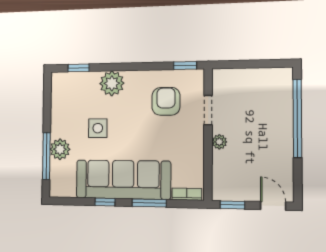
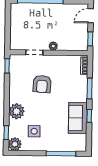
armchair: (166, 101) -> (42, 84), moved, turned -86
side table: (98, 128) -> (34, 131), moved
plant: (60, 149) -> (15, 144), moved
sofa: (123, 180) -> (78, 118), width x0.54, depth x0.79

